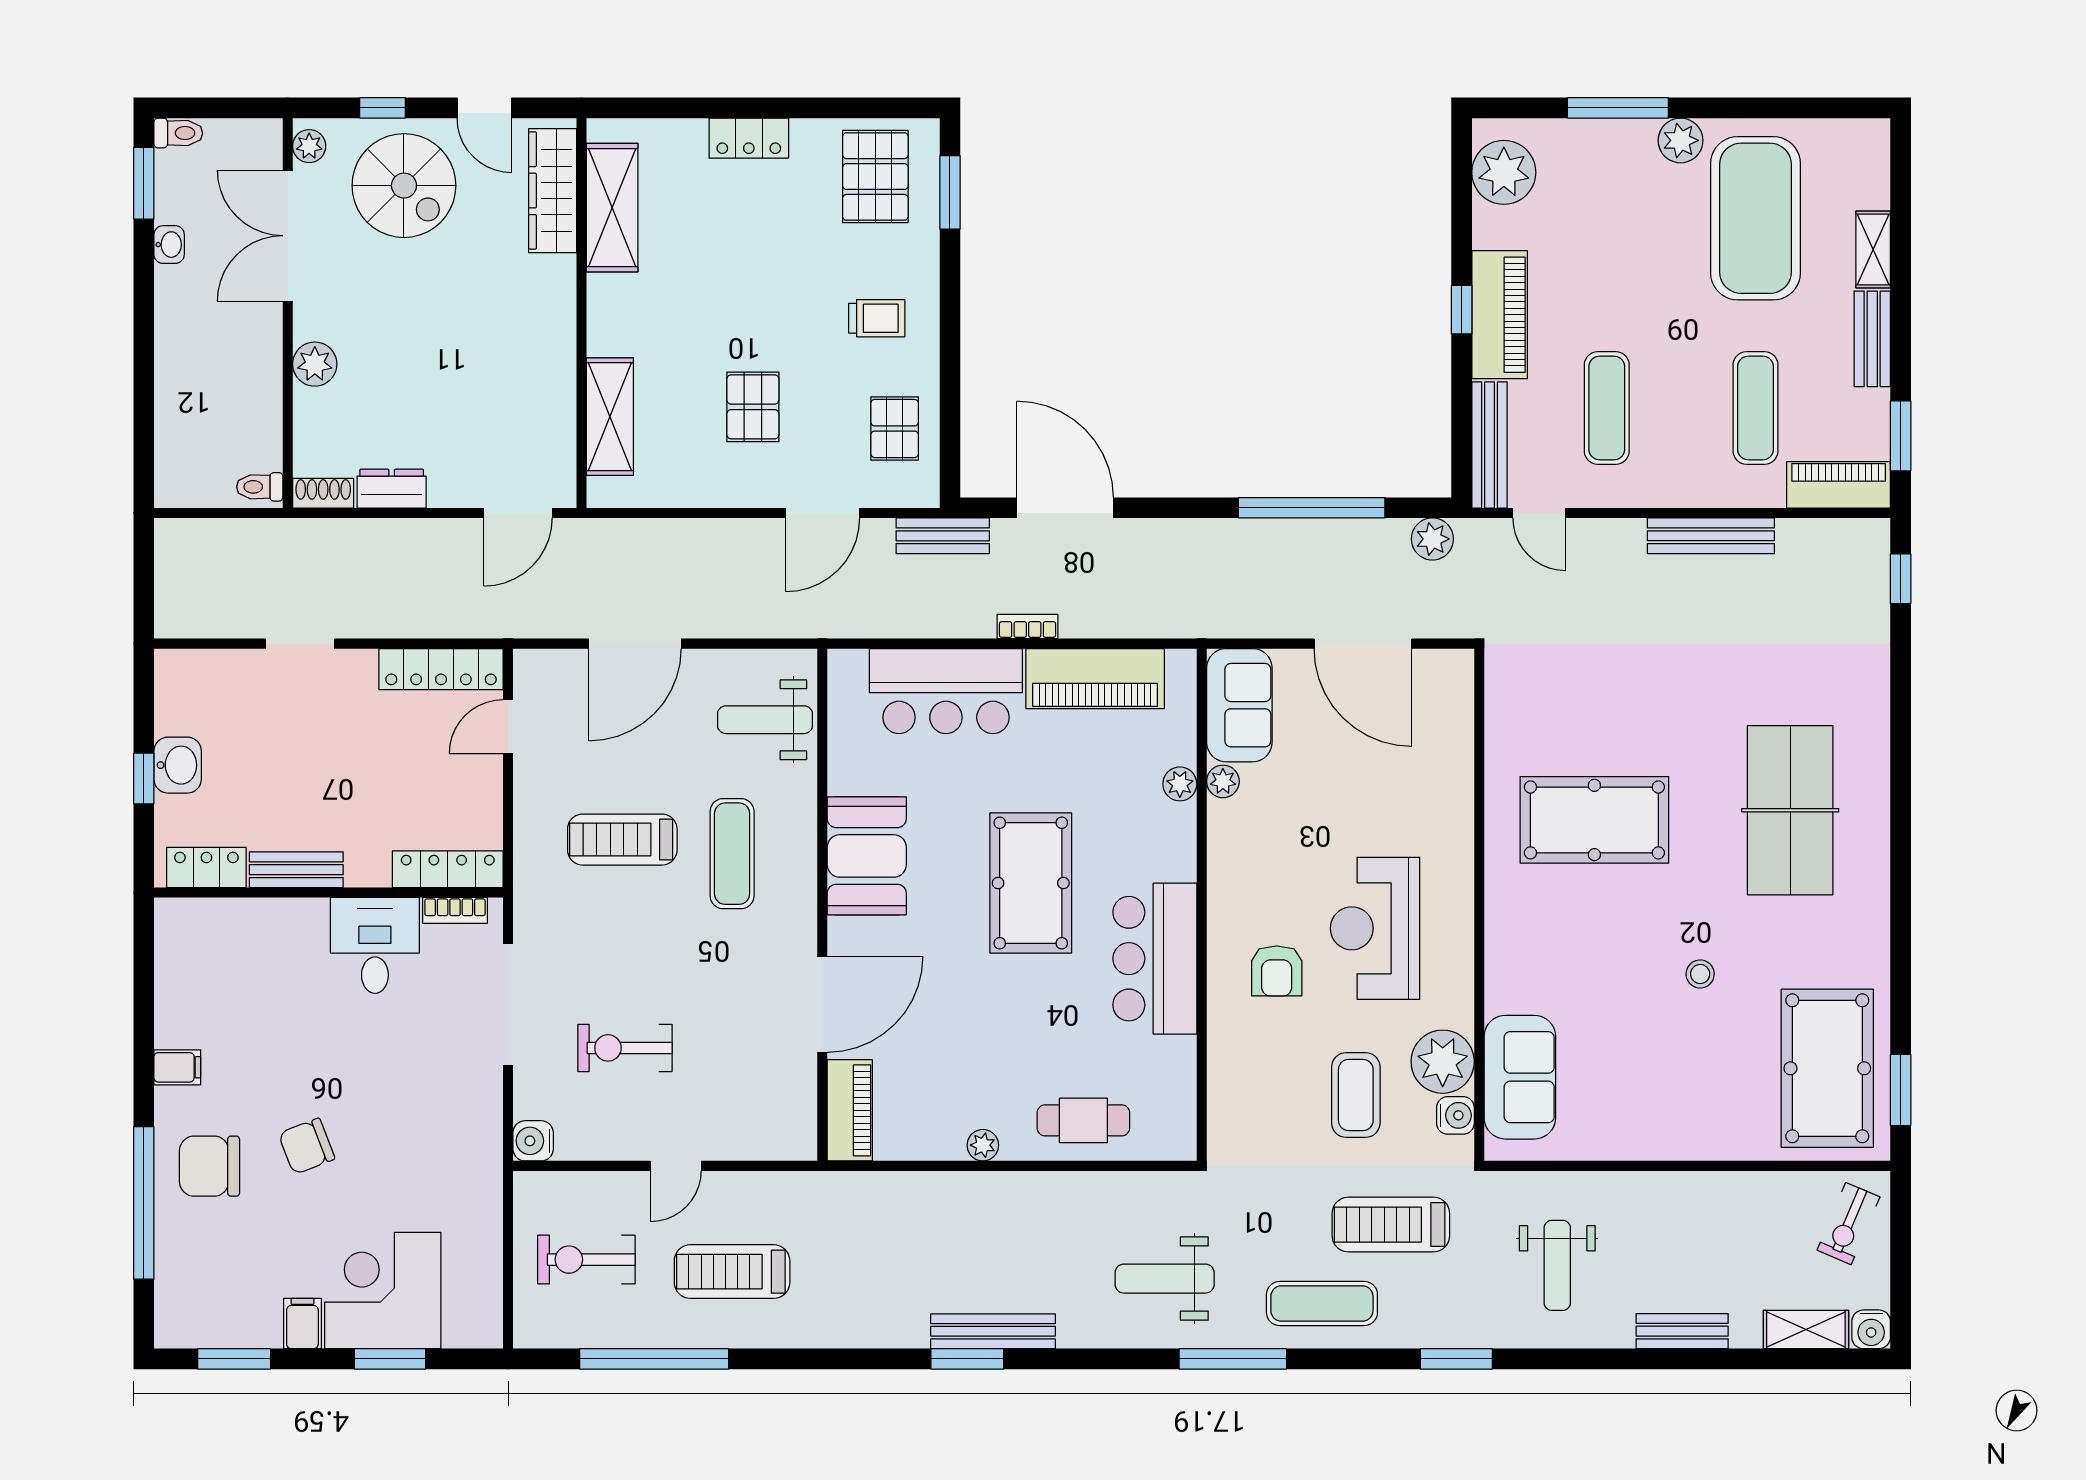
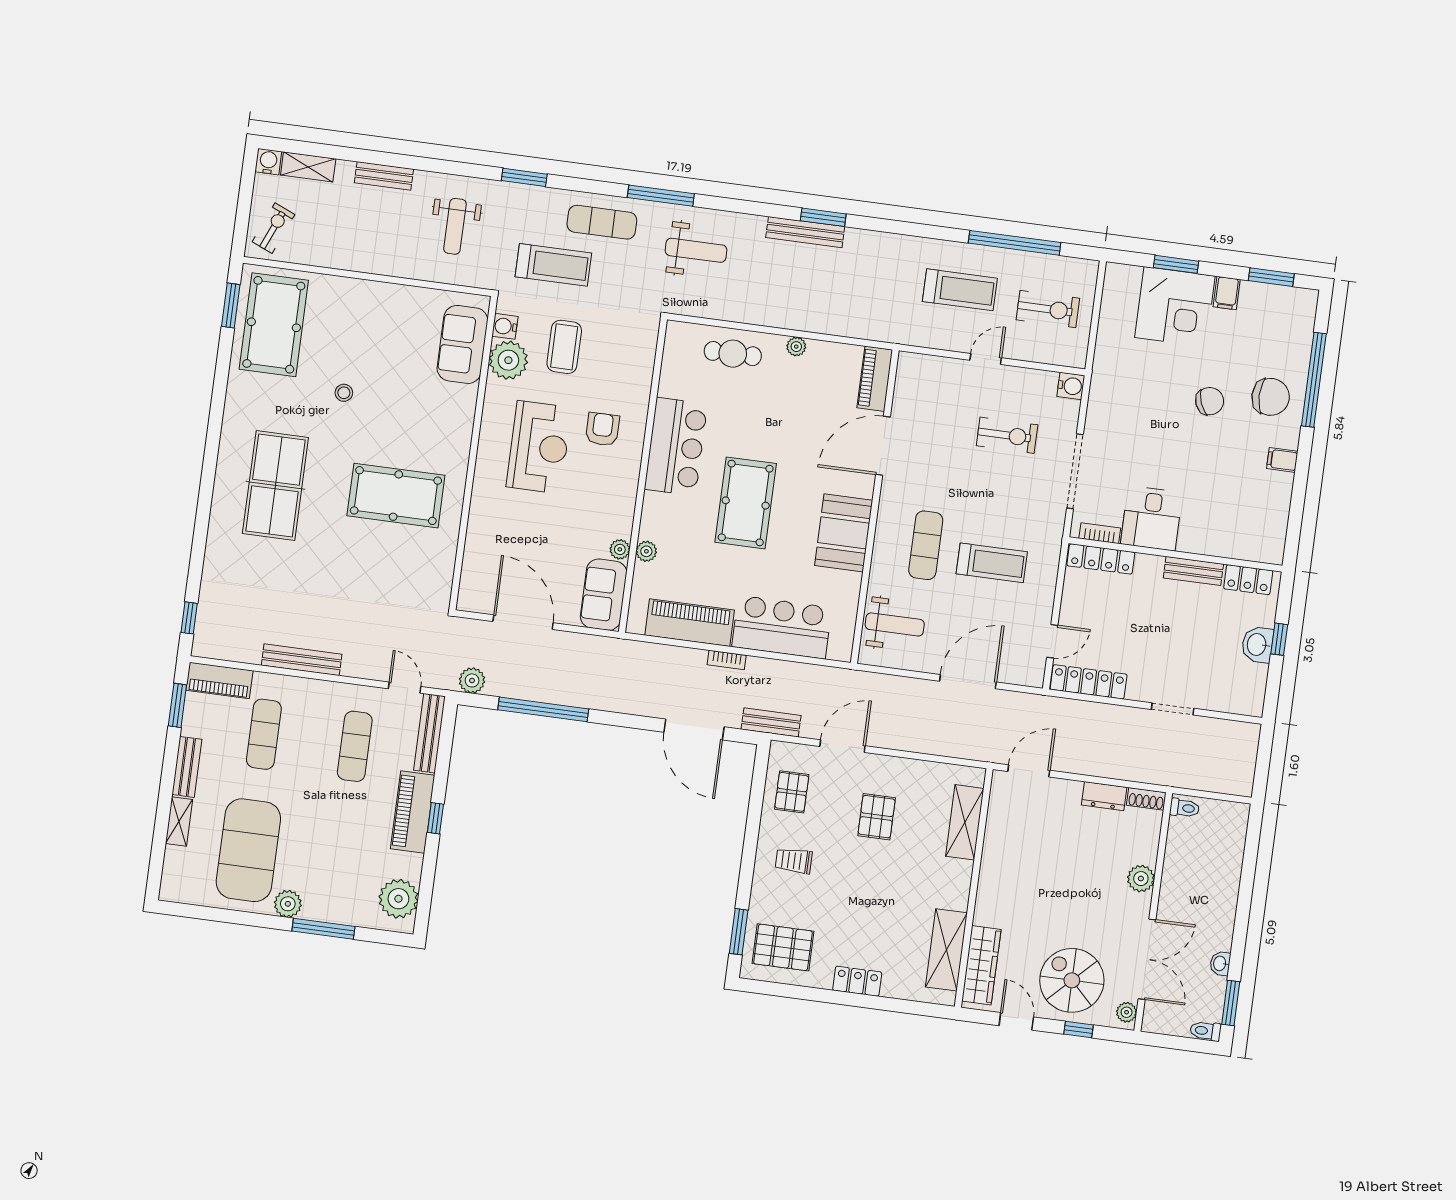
pallet: (875, 177) -> (783, 947), turned 90
weight bench: (1557, 1265) -> (455, 226), turned 180

